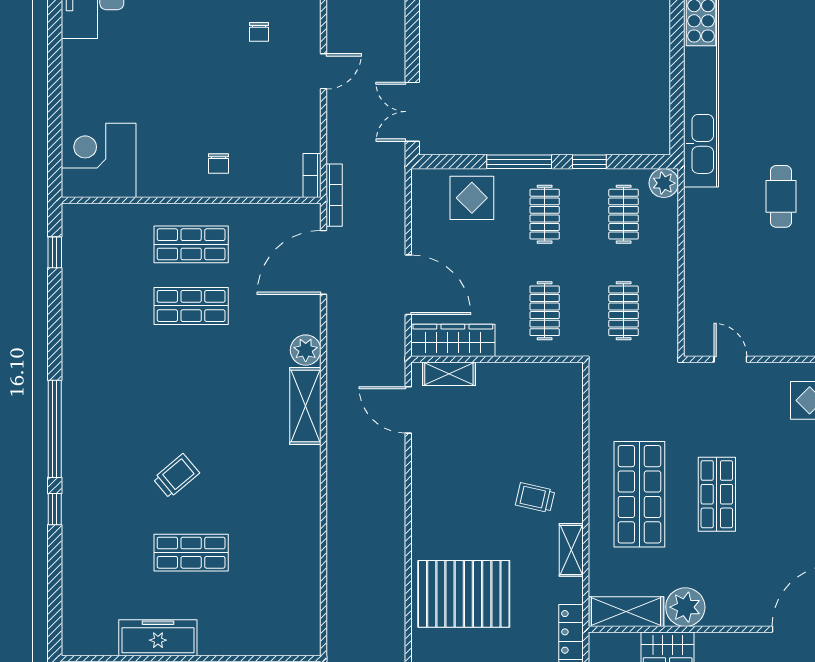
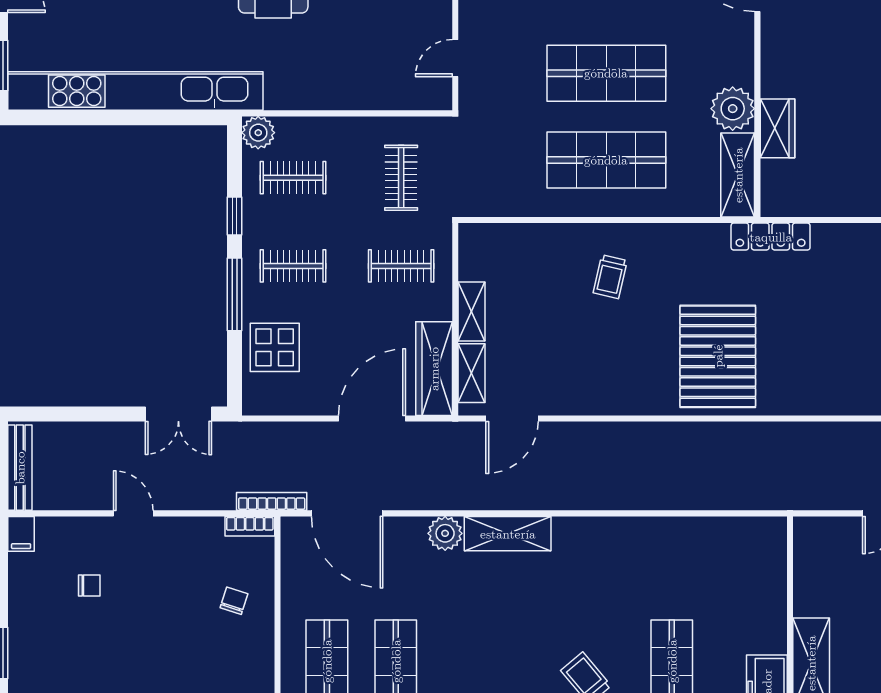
chair: (219, 164) -> (234, 601), moved, turned -72
clothes rail: (624, 311) -> (401, 178), turned 90
shop shelf: (717, 494) -> (606, 73), width x1.43, depth x1.36
shelving: (571, 550) -> (472, 312), moved, turned 90

